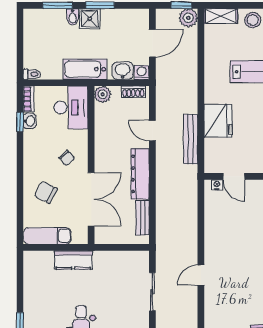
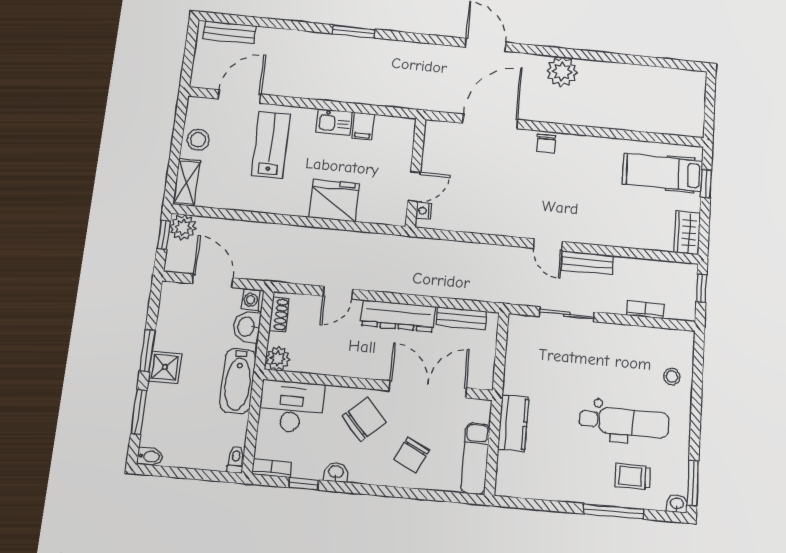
bidet: (73, 17) -> (150, 457), moved
washbasin: (30, 121) -> (336, 472), moved
bench: (191, 139) -> (587, 263), moved, width x0.73
chair: (67, 158) -> (364, 419), width x1.87, depth x1.87

